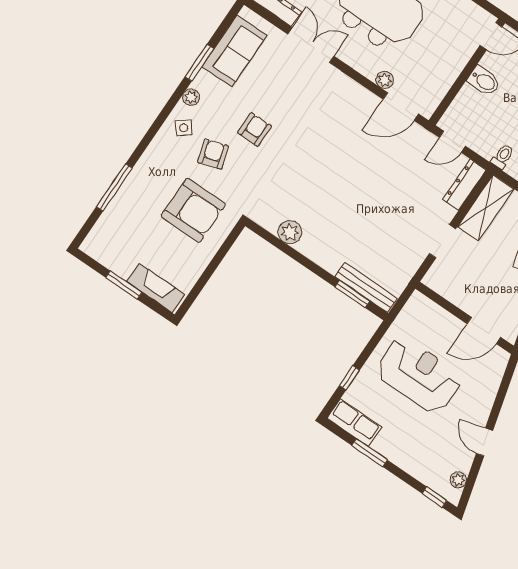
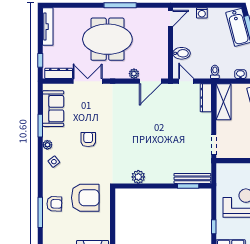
bidet: (484, 81) -> (182, 53), moved
door: (452, 142) -> (186, 81), swing flipped
armchair: (213, 154) -> (54, 204), moved, turned 109
doorway: (443, 241) -> (214, 145), moved

